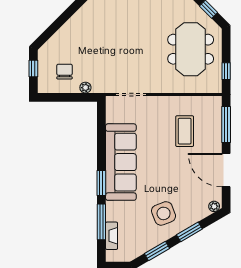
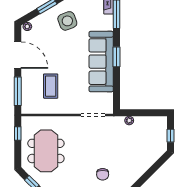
chair: (64, 72) -> (103, 174), moved
window: (101, 183) -> (117, 57), moved

